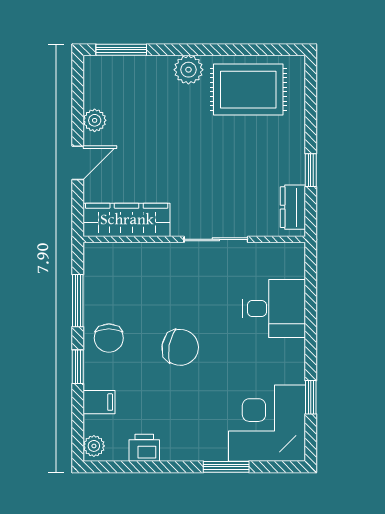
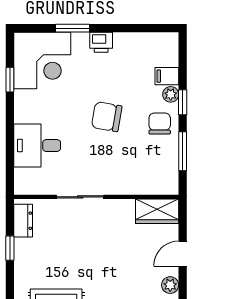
wardrobe: (127, 220) -> (157, 211), width x0.67
plant: (94, 446) -> (171, 94), moved
printer: (144, 448) -> (101, 42), moved

